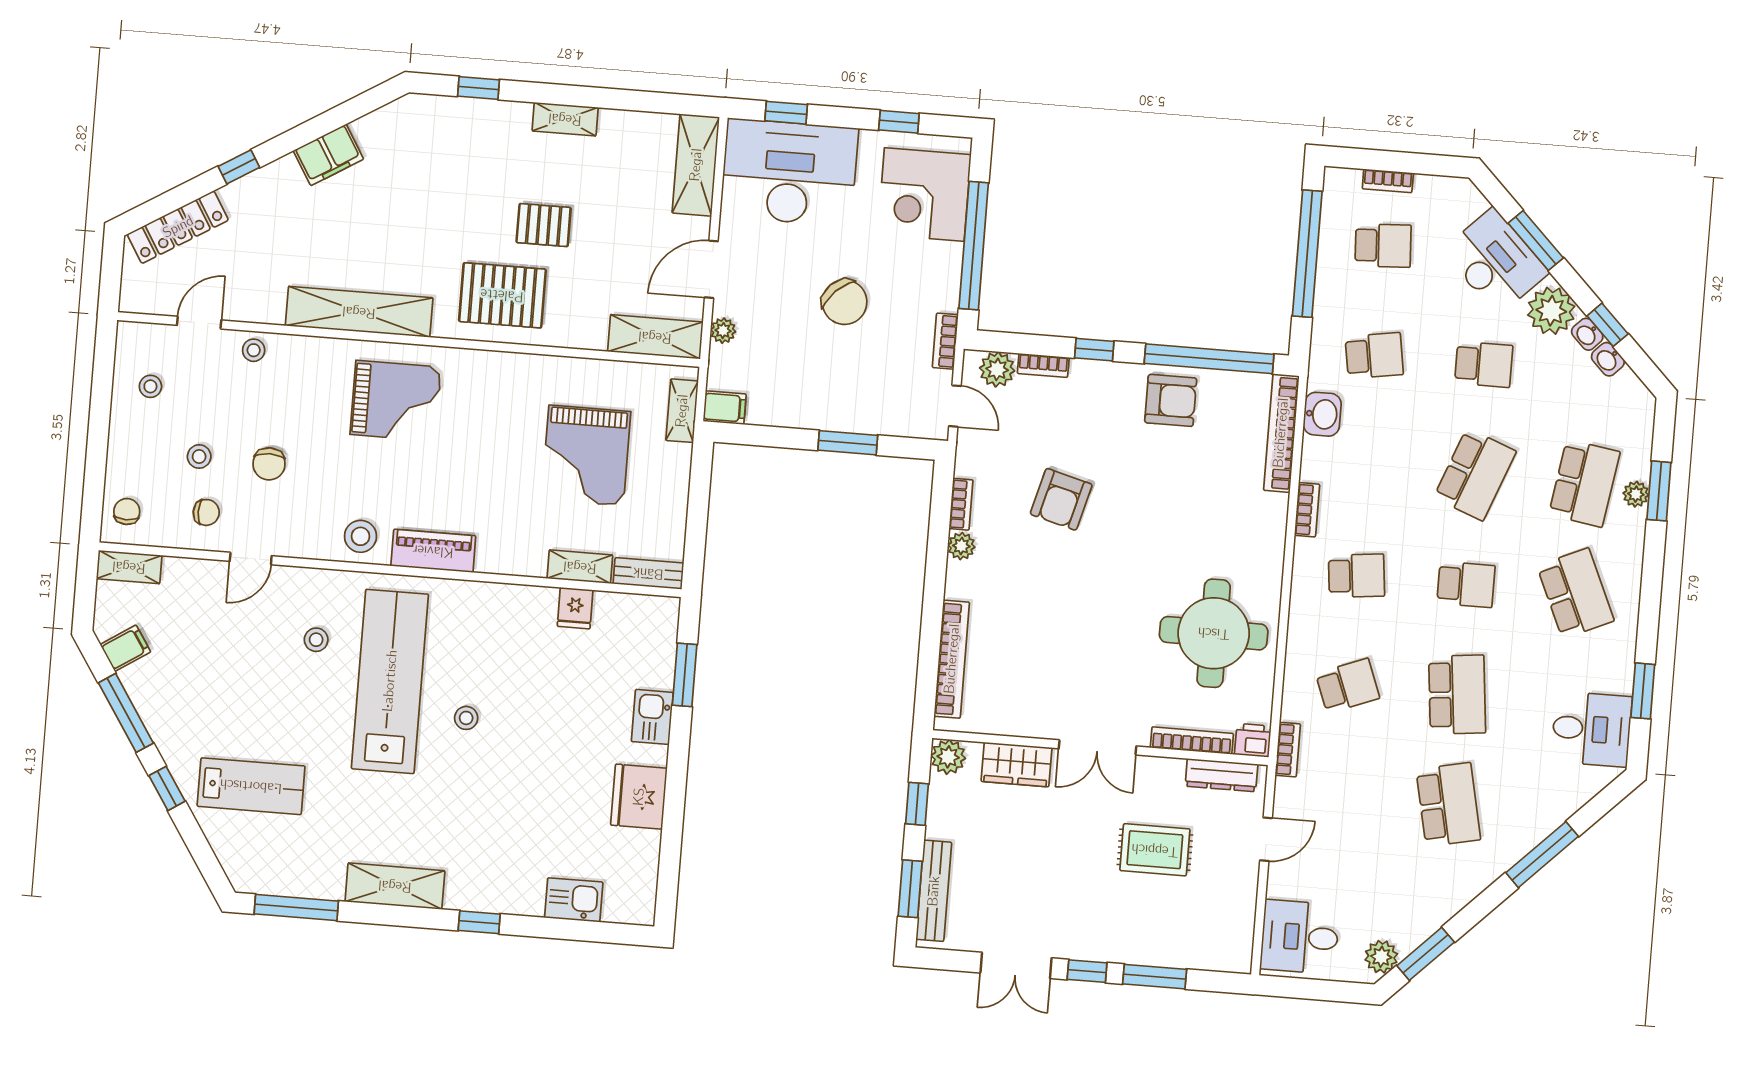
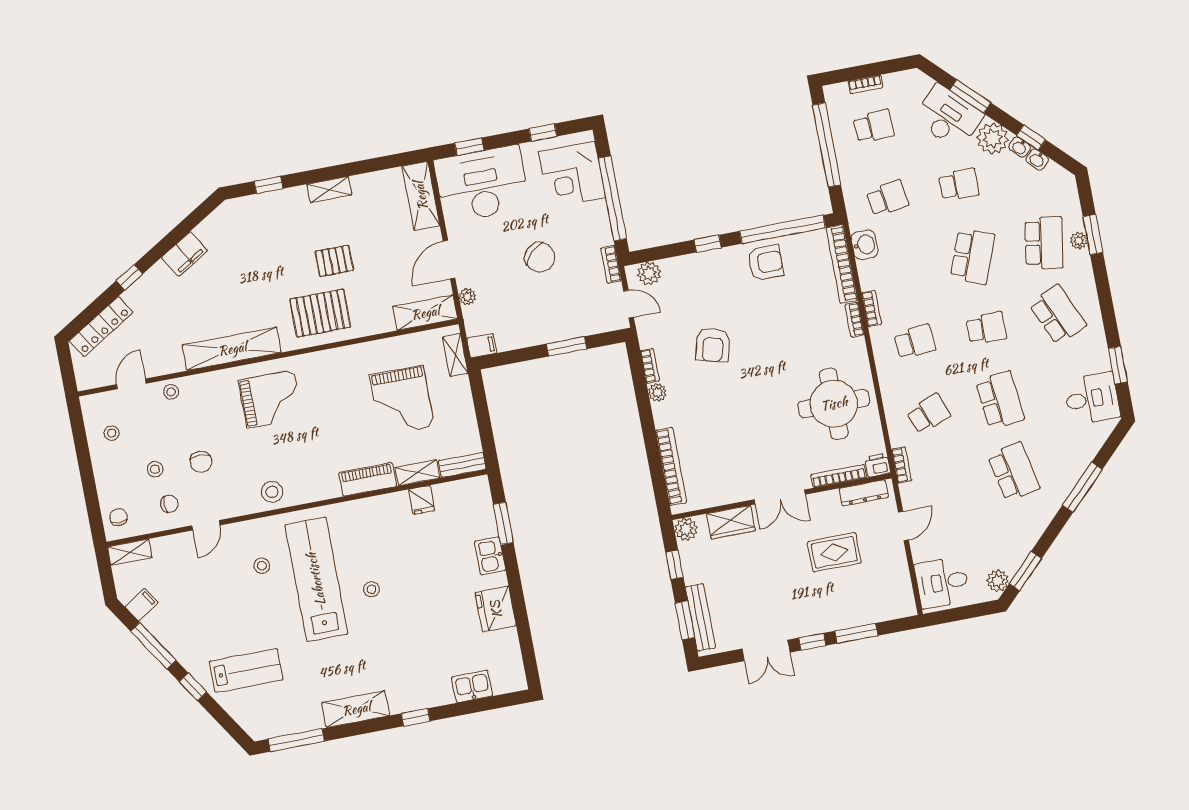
bookcase: (1043, 365) -> (855, 320), moved, turned 90
piano: (433, 551) -> (368, 479), moved

